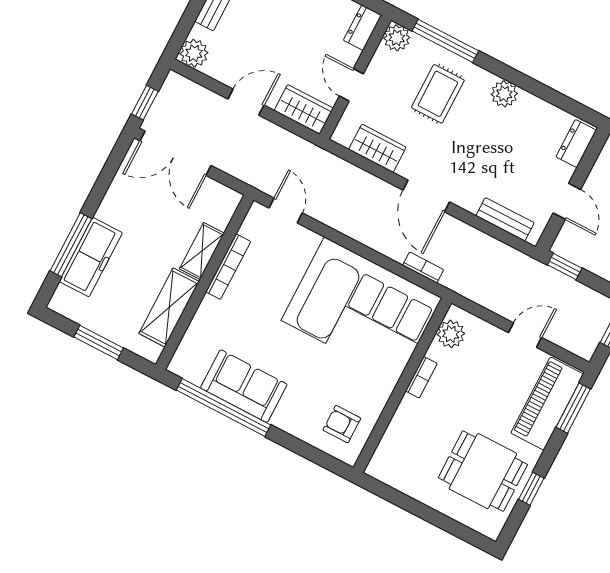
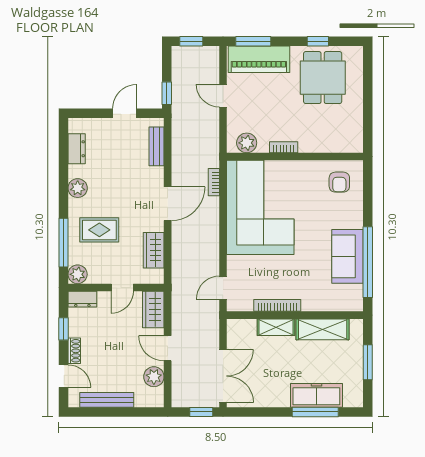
plant: (194, 53) -> (154, 377), moved
dresser: (576, 144) -> (77, 149), moved, turned -90

